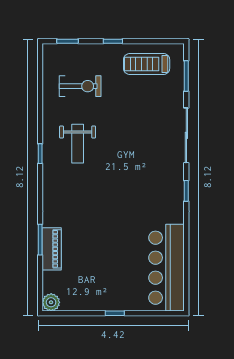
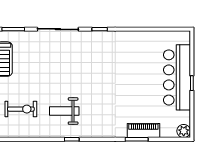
exercise bike: (80, 86) -> (21, 109), turned 90
weight bench: (78, 144) -> (64, 111), turned 180
bar counter: (167, 268) -> (177, 77), moved, turned 90

